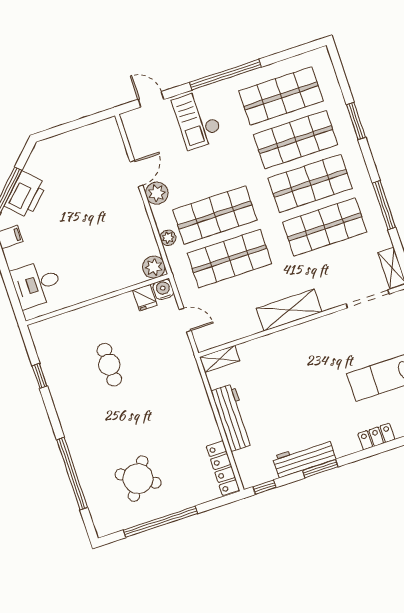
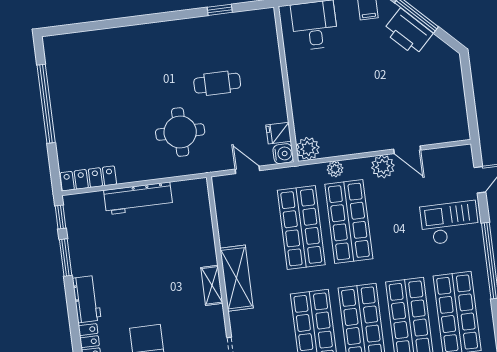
door: (185, 320) -> (247, 170), swing flipped
shelving: (220, 359) -> (212, 285), moved
workbench: (304, 458) -> (87, 299), moved, width x0.73
window: (320, 469) -> (66, 258), moved
window: (72, 474) -> (113, 23), removed
round table: (138, 479) -> (180, 132), moved, turned -32

